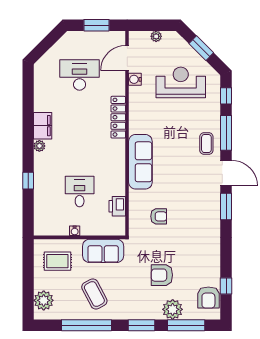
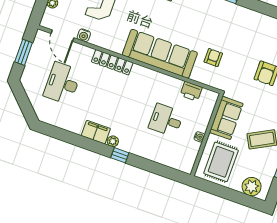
sofa: (140, 162) -> (160, 54), width x1.36, depth x1.27
window: (28, 181) -> (120, 155), moved
rug: (57, 261) -> (221, 162), width x1.36, depth x1.43

